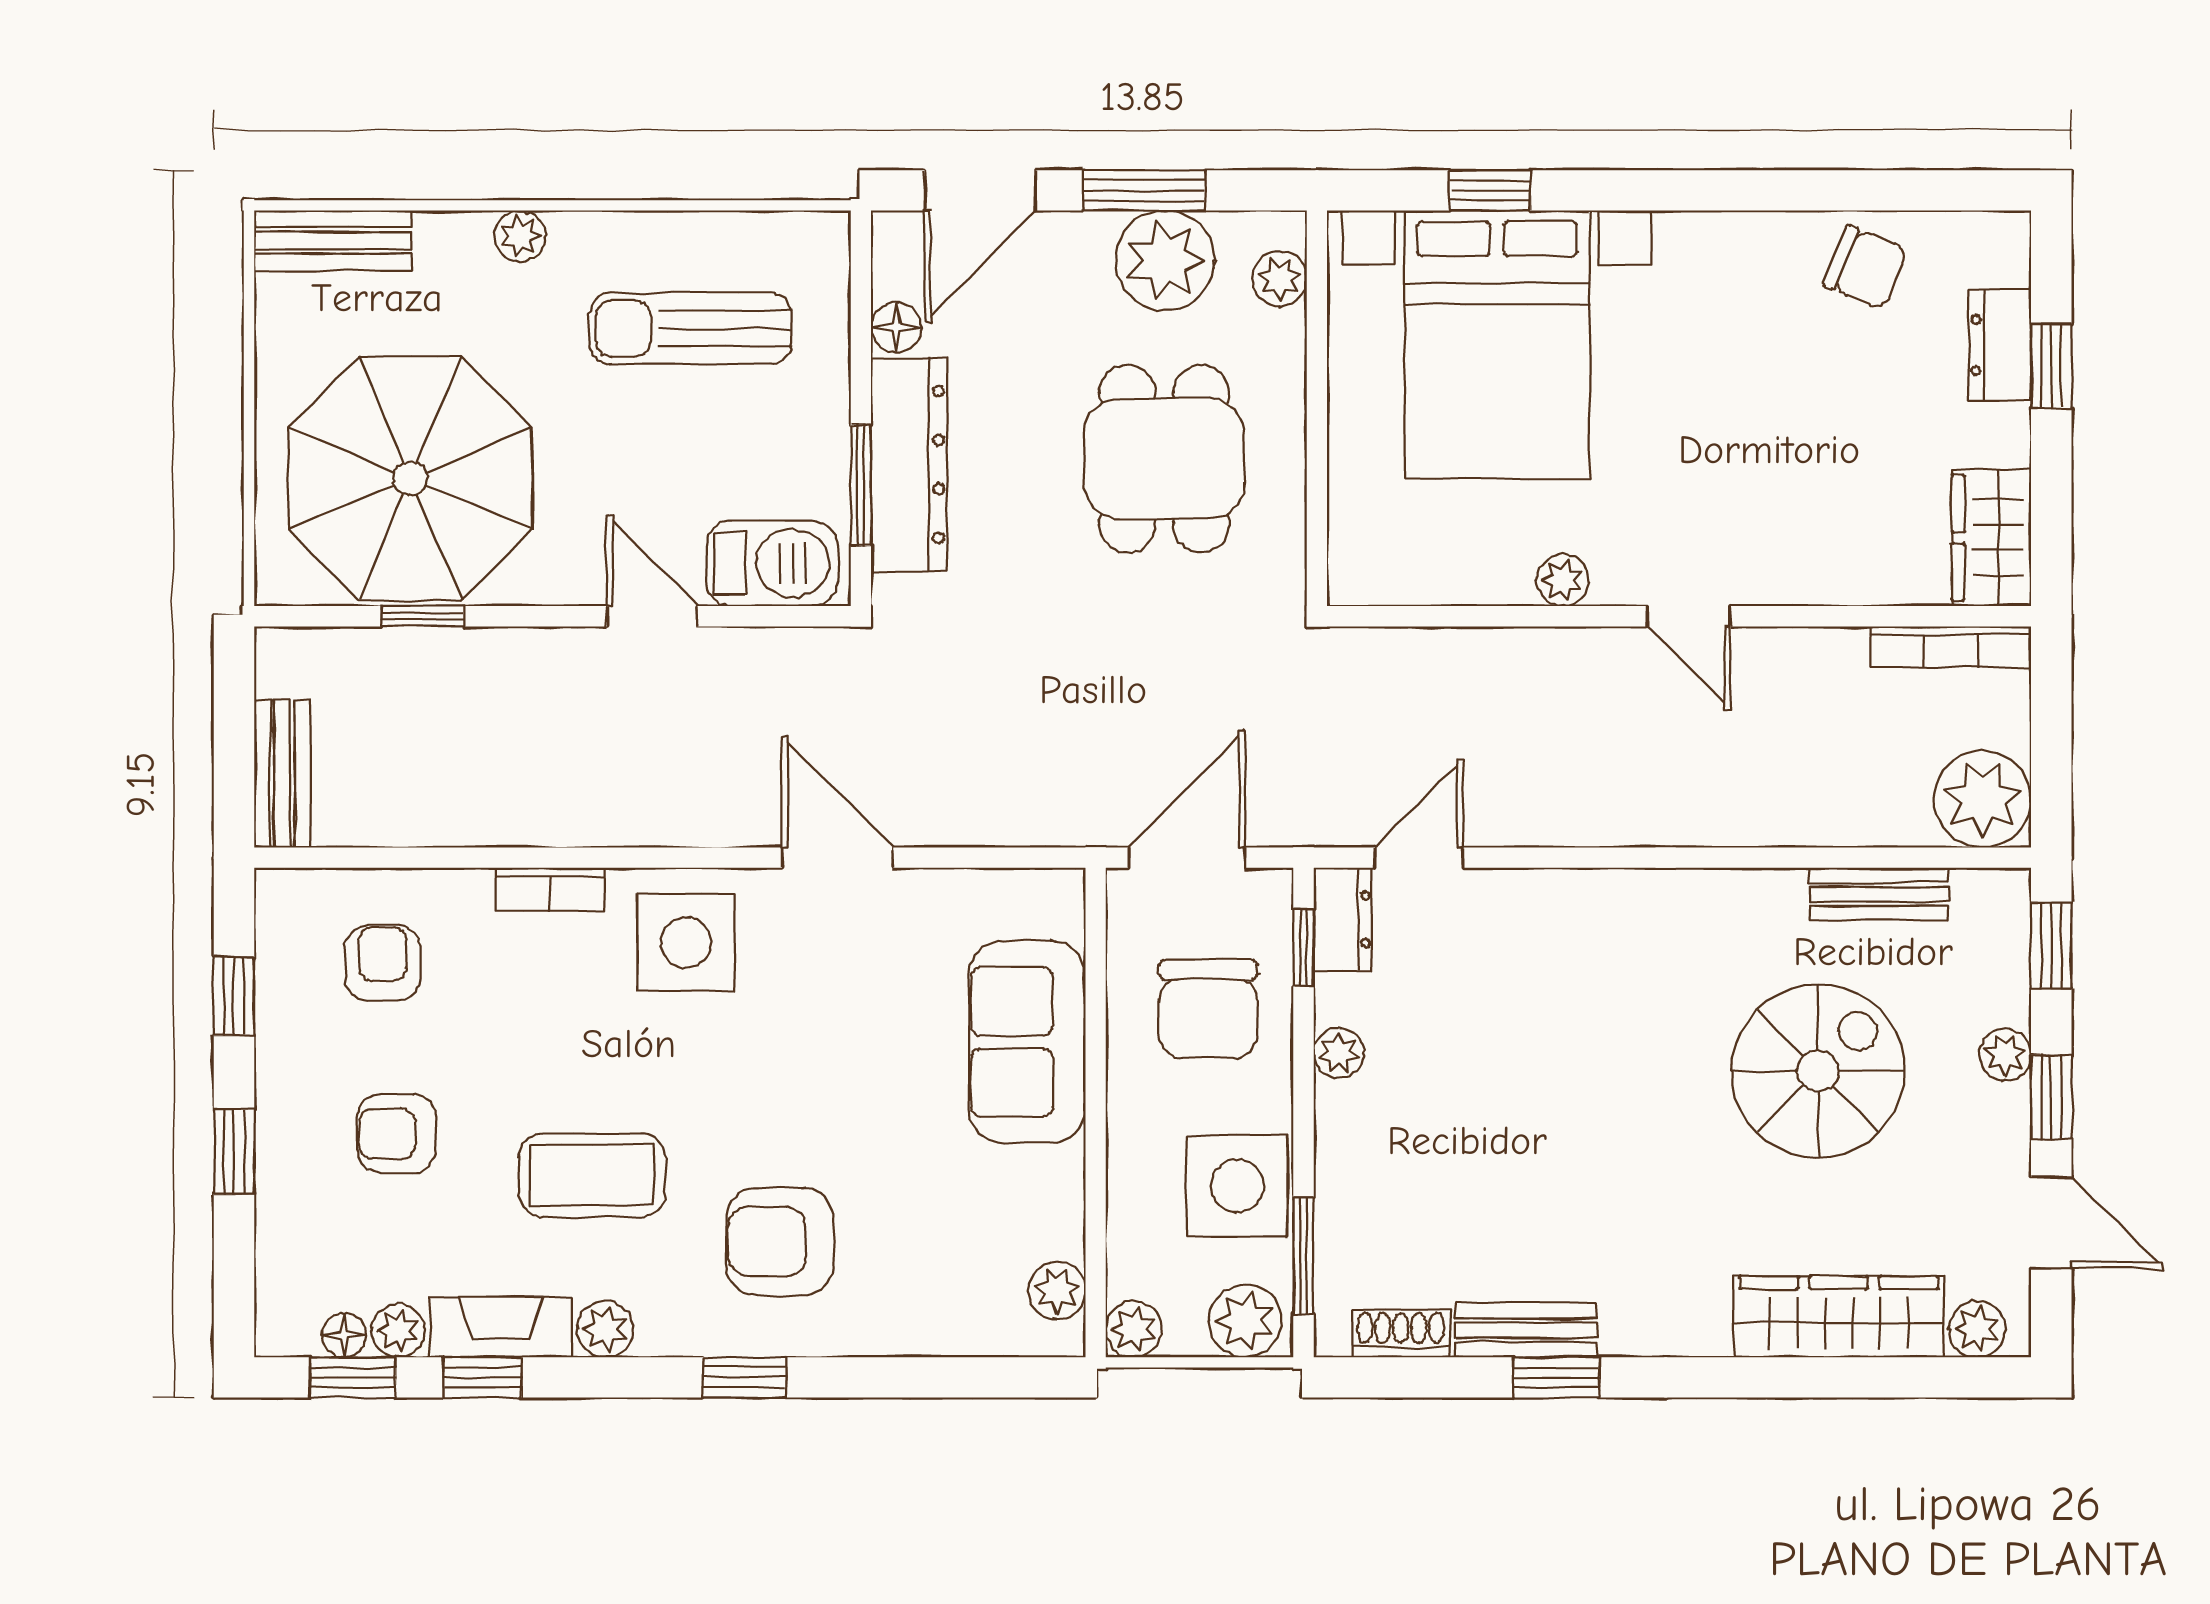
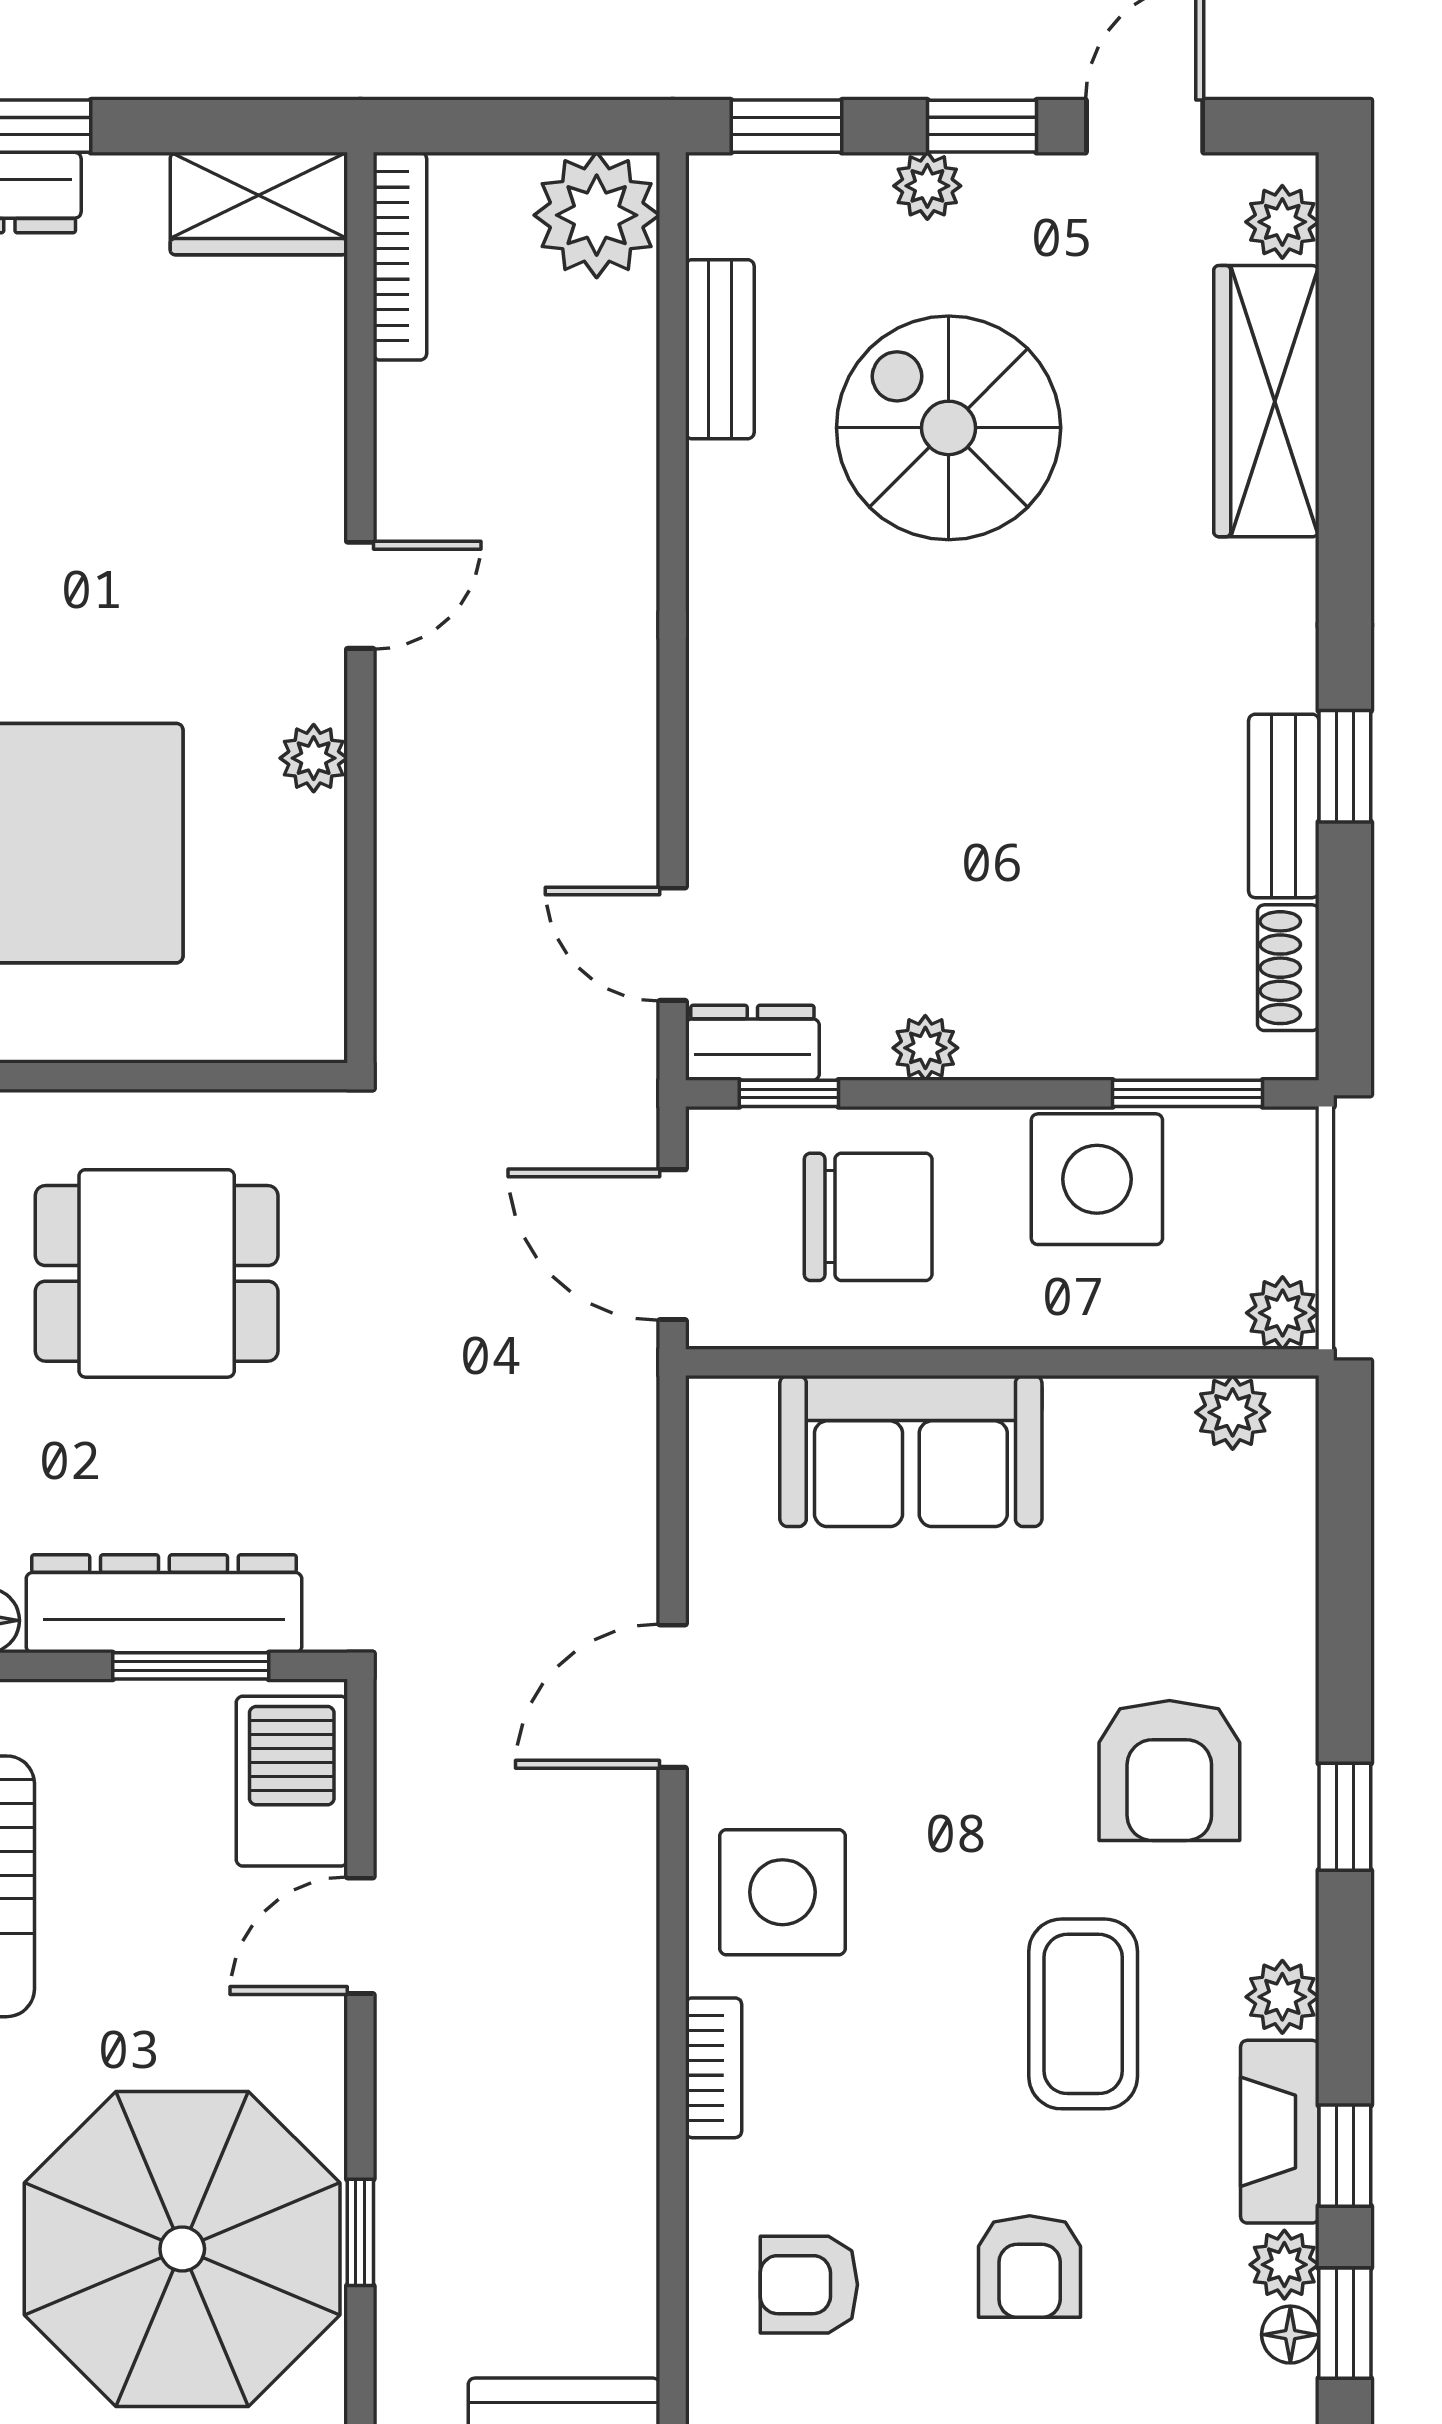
plant: (1245, 1321) -> (1272, 1169), removed

